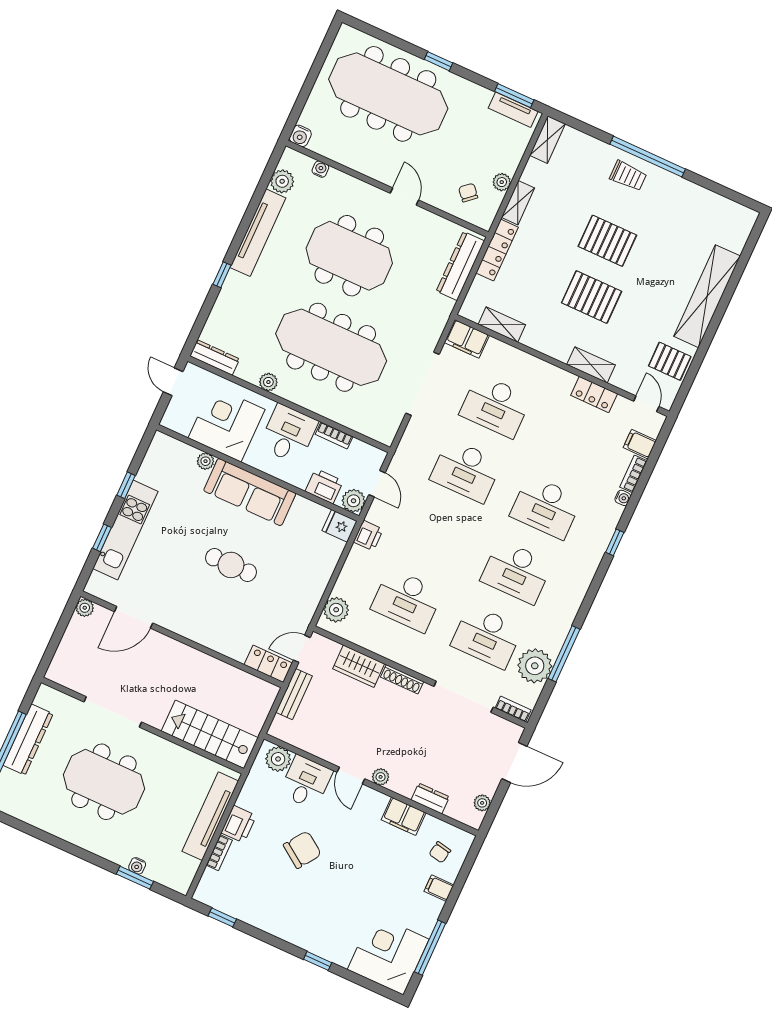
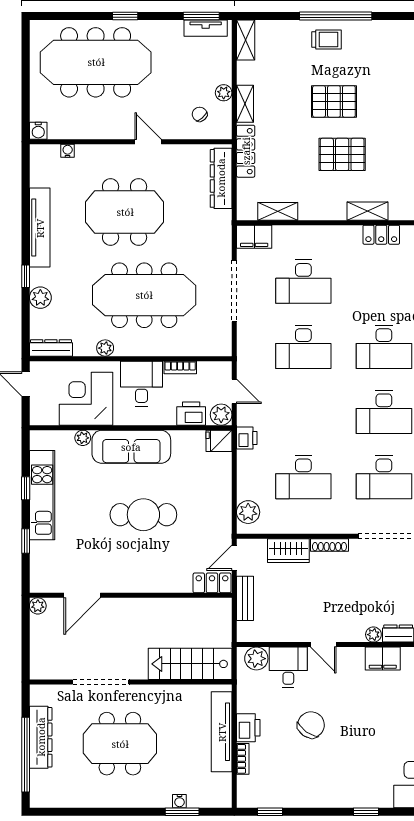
plant: (282, 181) -> (40, 298), moved
kitchen unit: (125, 530) -> (42, 495), moved
cafe table: (231, 565) -> (143, 515), width x1.37, depth x1.35
plant: (381, 777) -> (373, 635), moved

